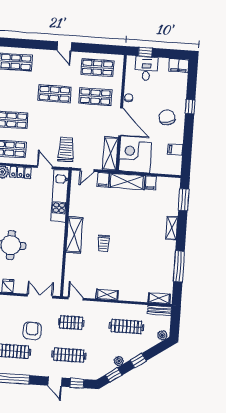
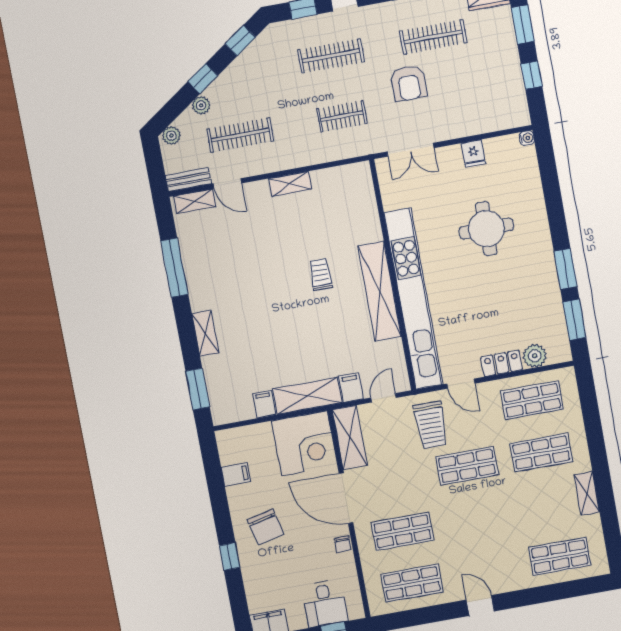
shop shelf: (54, 94) -> (467, 466), moved
kitchen unit: (60, 196) -> (413, 299), width x1.86
shelving: (74, 235) -> (380, 291), width x1.47
door: (76, 299) -> (227, 183), moved
plant: (119, 361) -> (201, 105), moved

